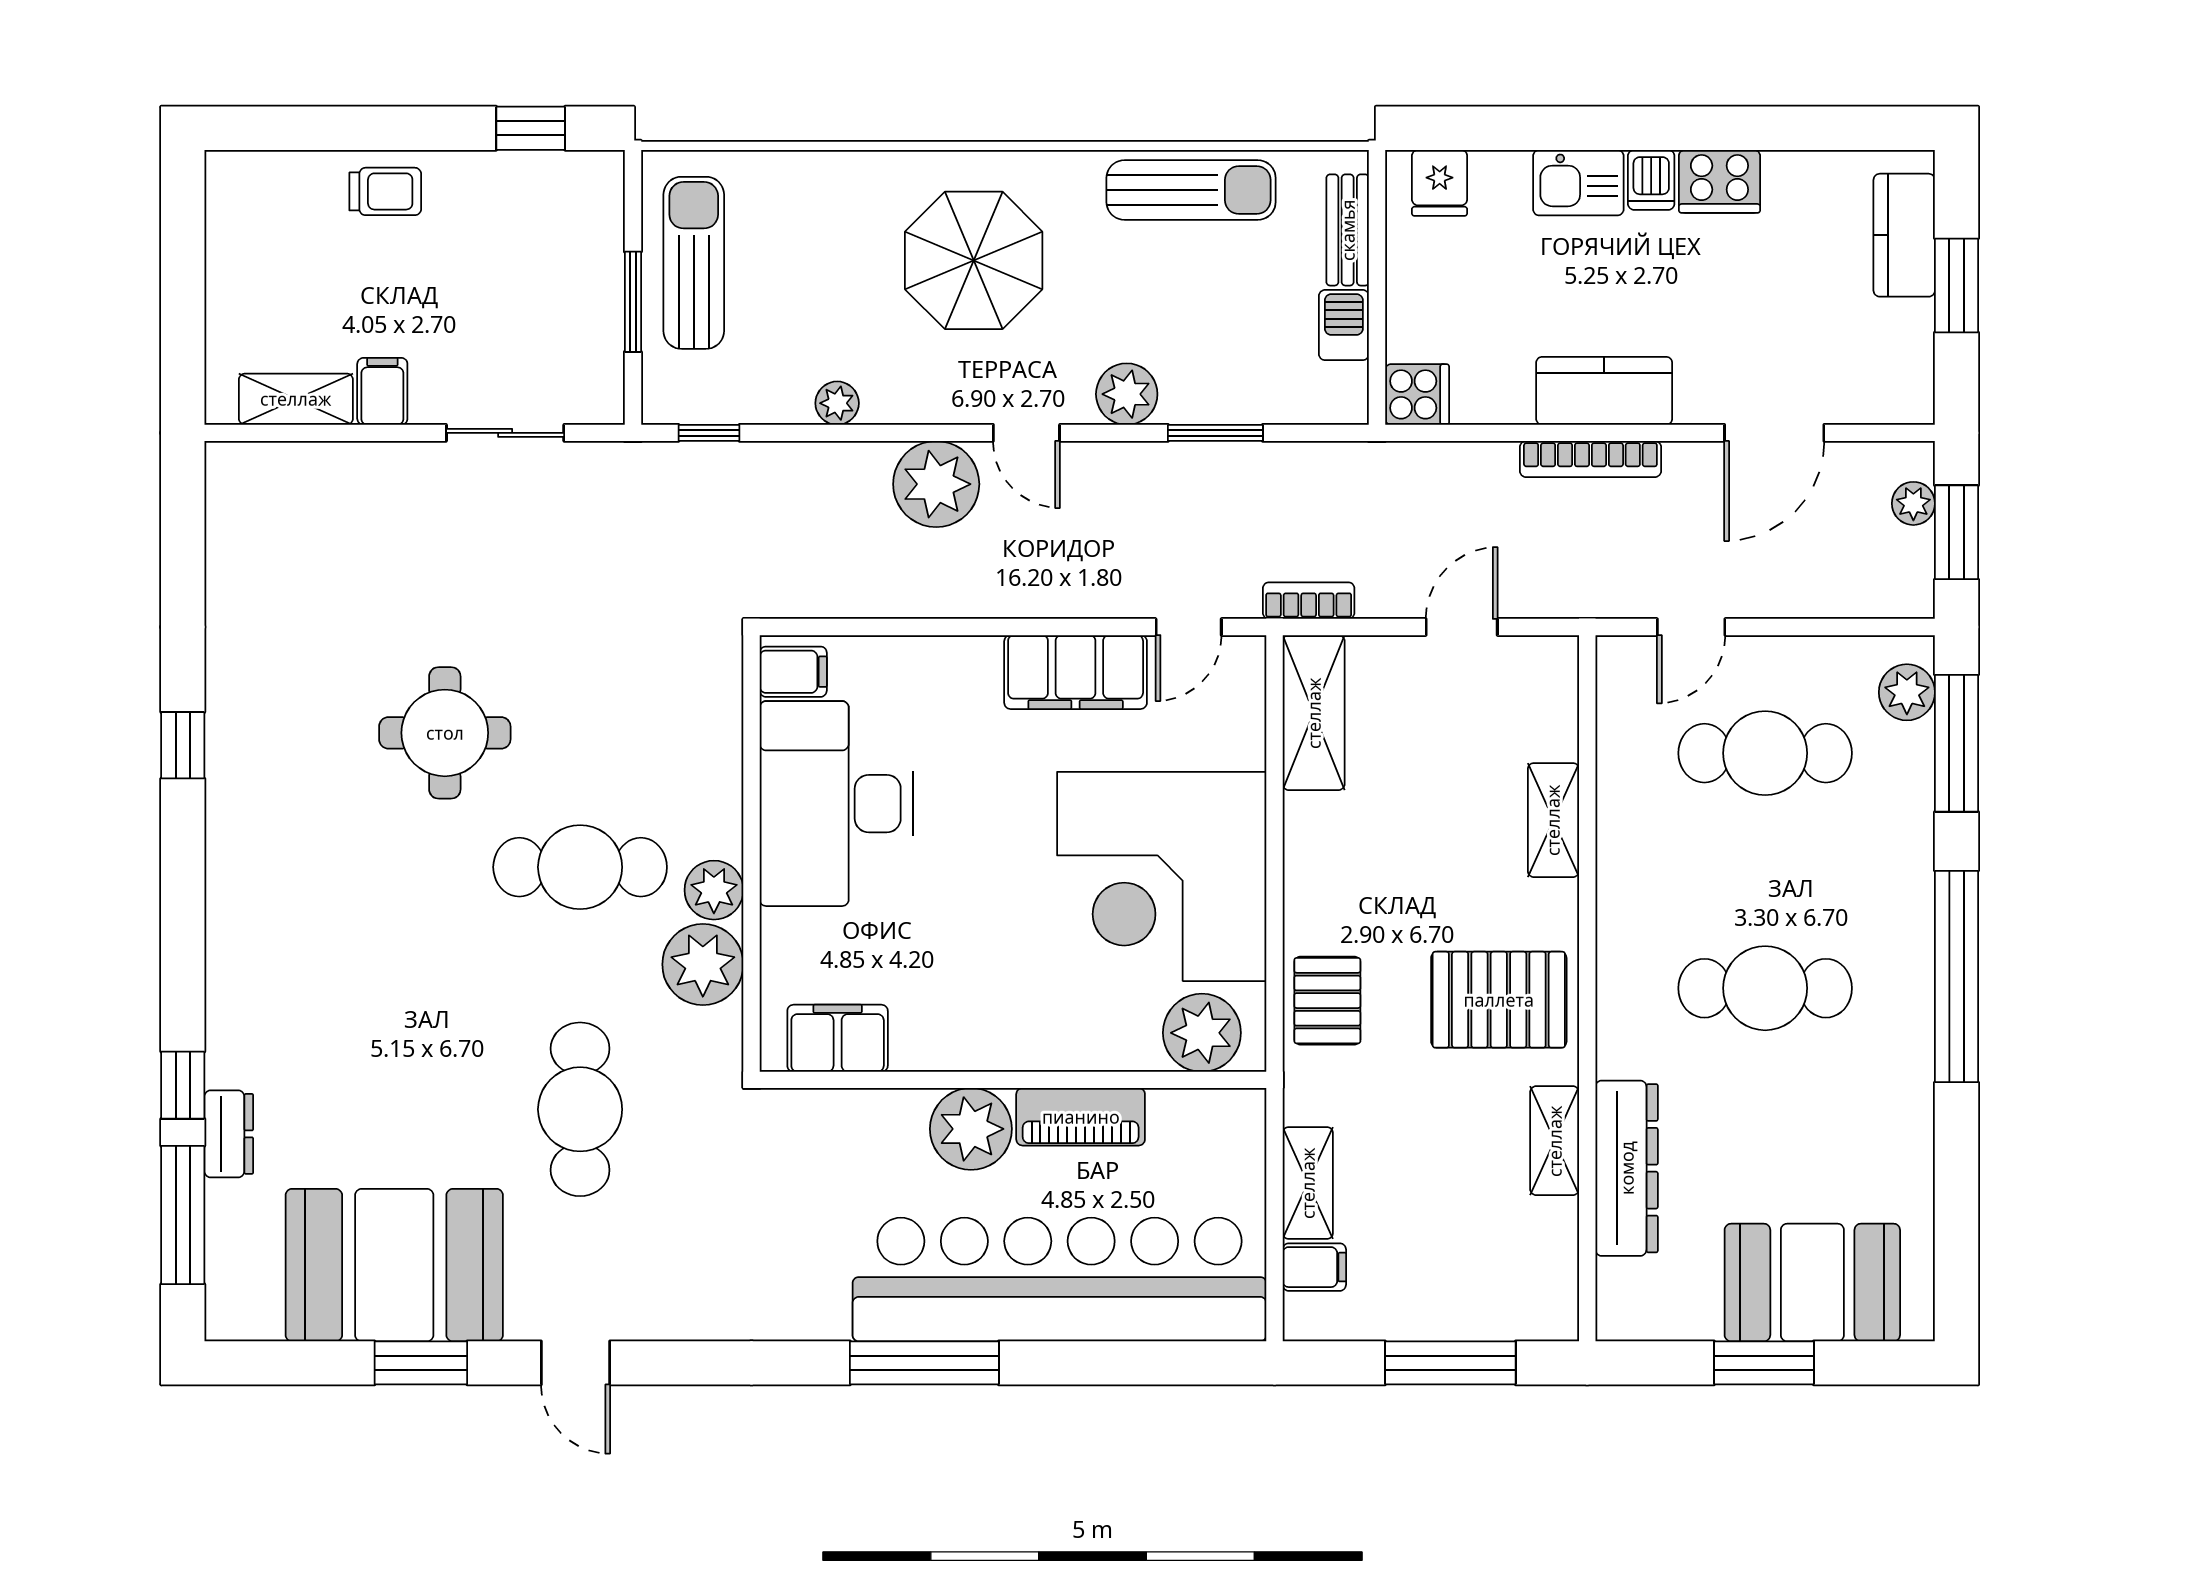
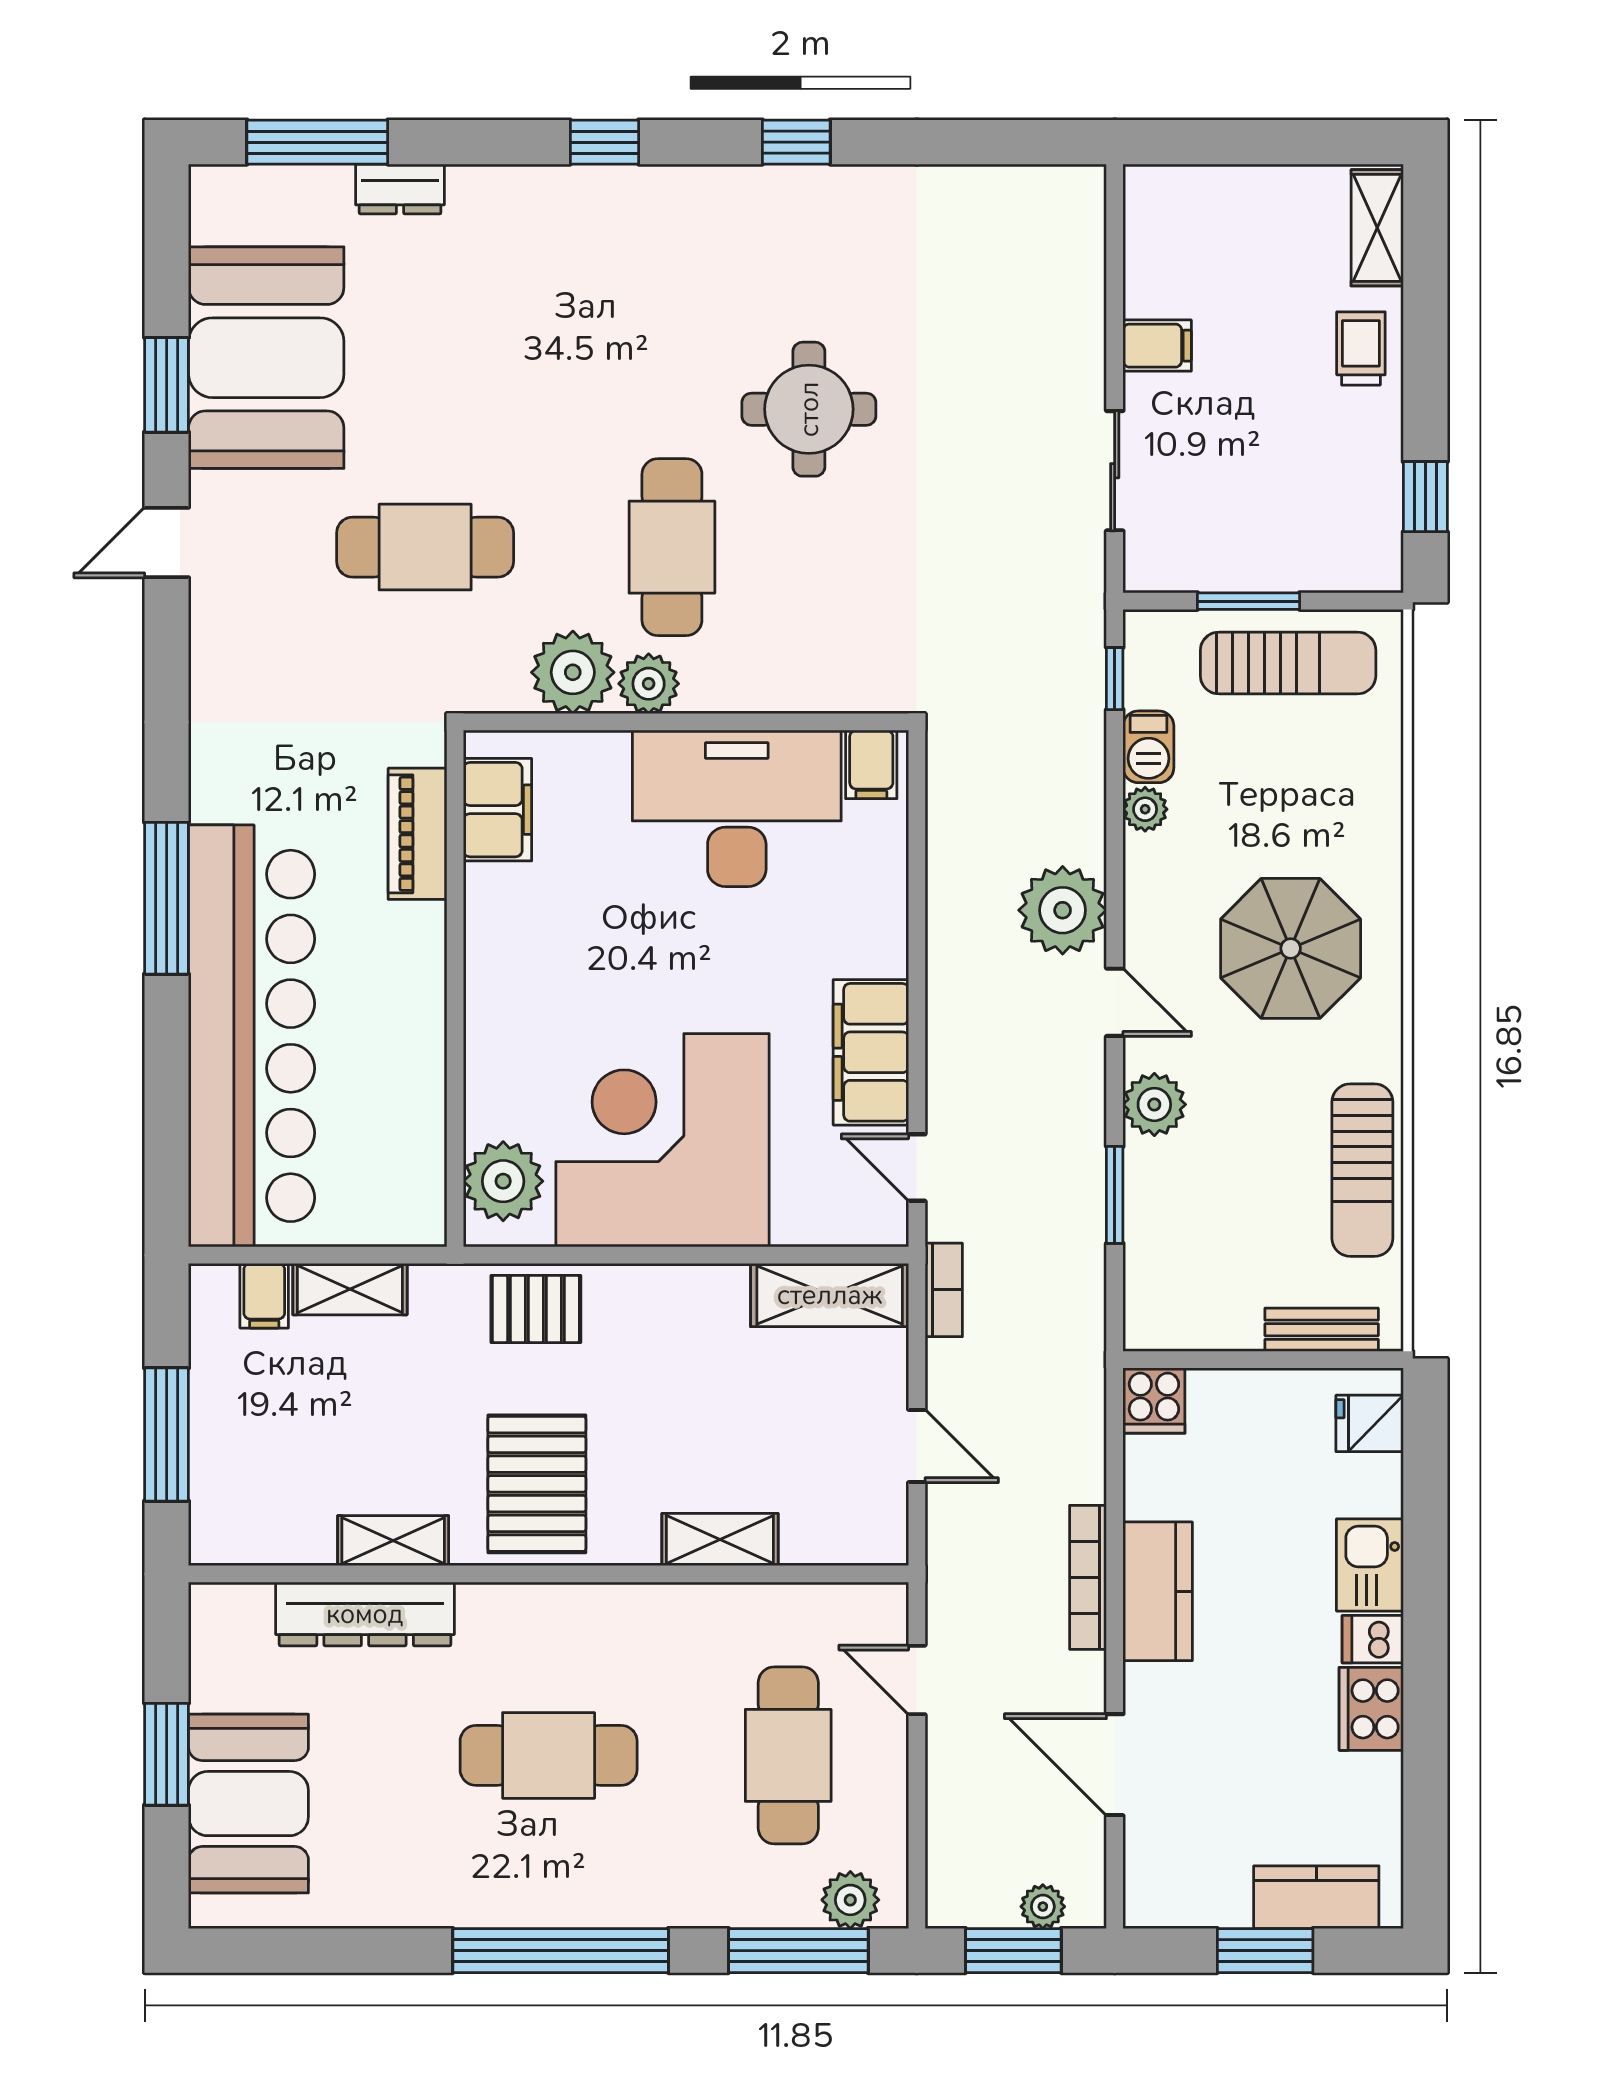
trolley: (385, 191) -> (1361, 348), turned 180
barbecue: (1344, 325) -> (1148, 747), moved, turned 90
shelving: (296, 399) -> (1377, 228), moved
door: (1026, 433) -> (1115, 1002), swing flipped
cafe table: (1765, 988) -> (549, 1755), turned 90
window: (183, 1085) -> (604, 142), moved
piano: (1081, 1117) -> (418, 834), moved
plant: (971, 1129) -> (405, 946), removed

